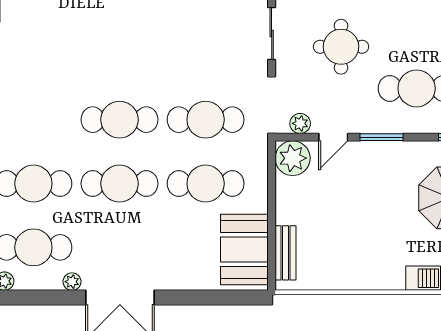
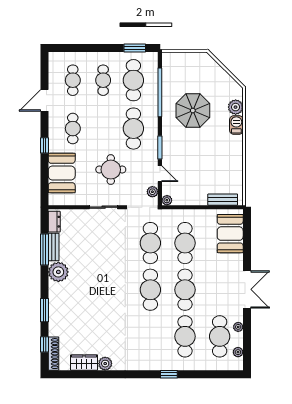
plant: (293, 158) -> (167, 200), width x0.53, depth x0.53
booth: (244, 249) -> (230, 234), moved, turned 90
plant: (72, 282) -> (238, 327), moved

